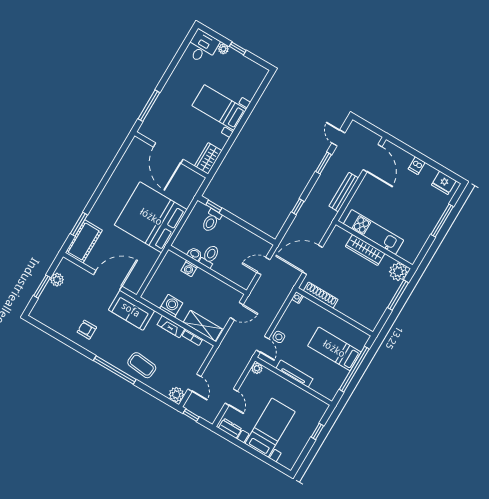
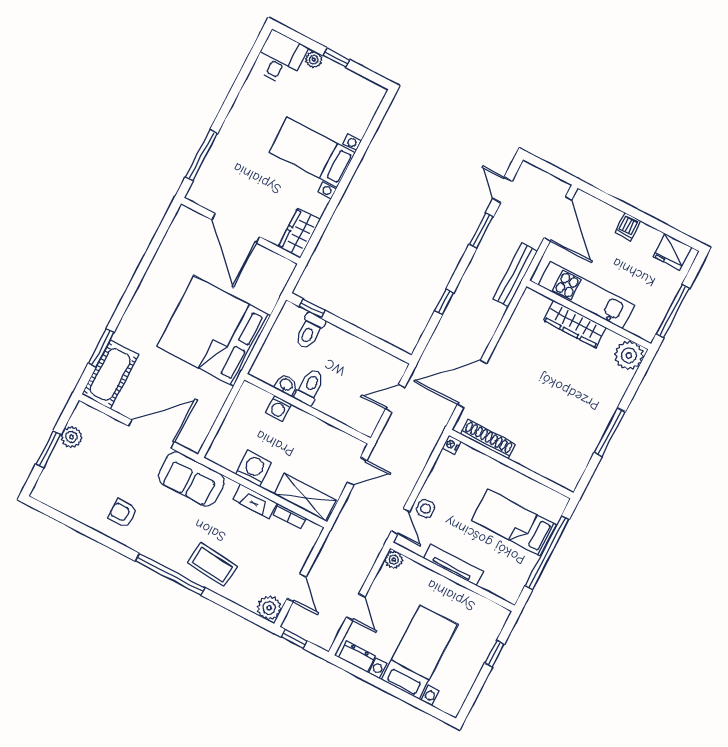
kitchen unit: (373, 232) -> (586, 295), moved
wall: (374, 245) -> (589, 315), moved
wardrobe: (365, 250) -> (575, 324), moved
plant: (398, 272) -> (629, 355), moved

